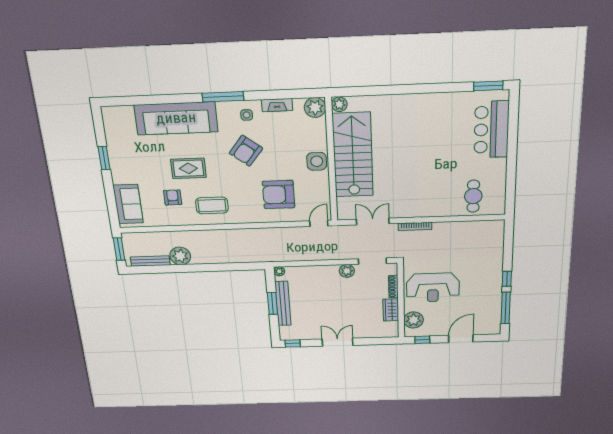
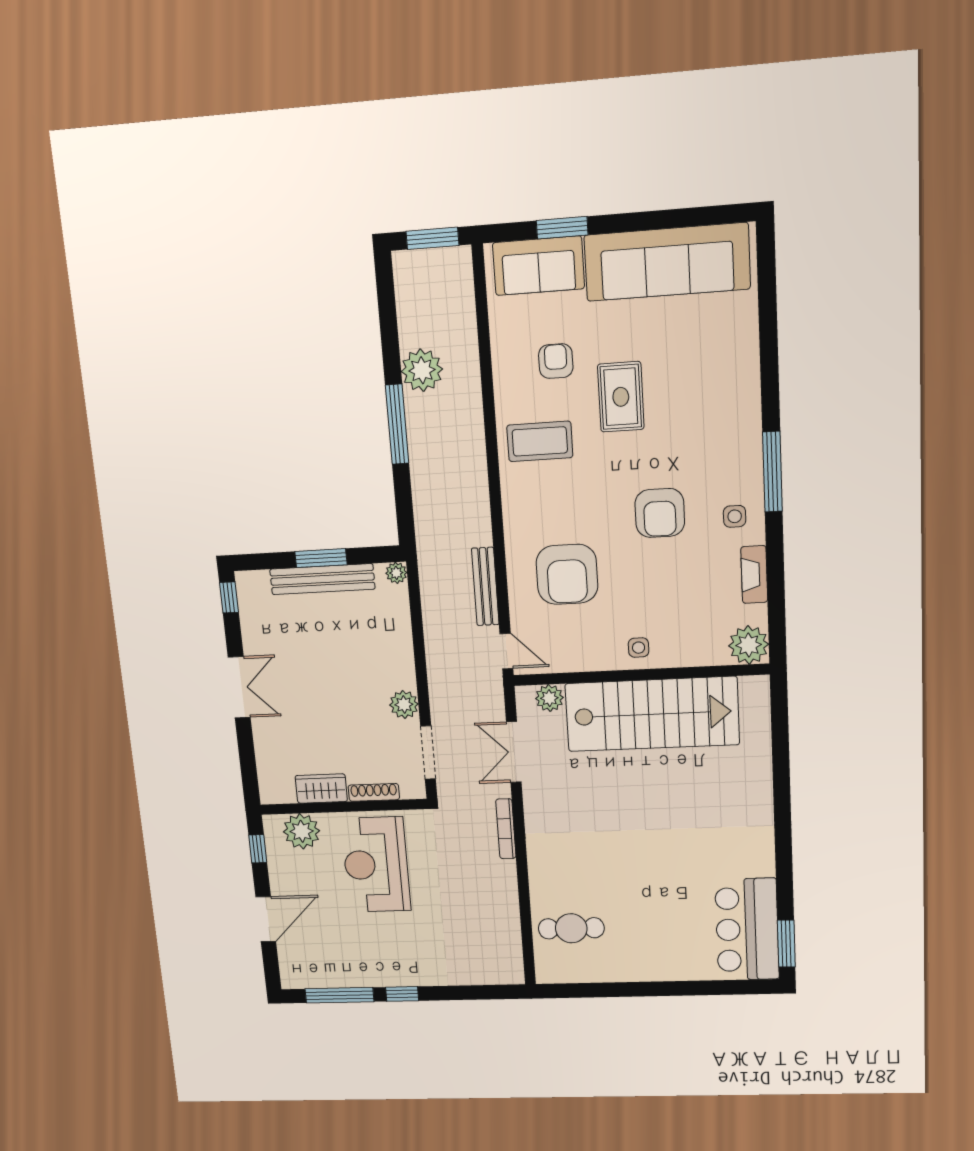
plant: (339, 104) -> (549, 698), moved
sofa: (176, 118) -> (667, 262), moved, turned -90
bar counter: (491, 130) -> (747, 929), moved, turned -90
armchair: (246, 151) -> (660, 513), turned -128
window: (104, 158) -> (562, 228), moved
side table: (317, 161) -> (639, 648), width x0.54, depth x0.54
armchair: (279, 194) -> (567, 574), turned 180
armchair: (173, 197) -> (556, 361), turned -90
coffee table: (212, 205) -> (540, 441), turned 90
double door: (373, 222) -> (514, 752), swing flipped
bench: (150, 261) -> (485, 587), moved
window: (206, 268) -> (397, 424), added
door: (461, 339) -> (266, 919), hinge flipped

